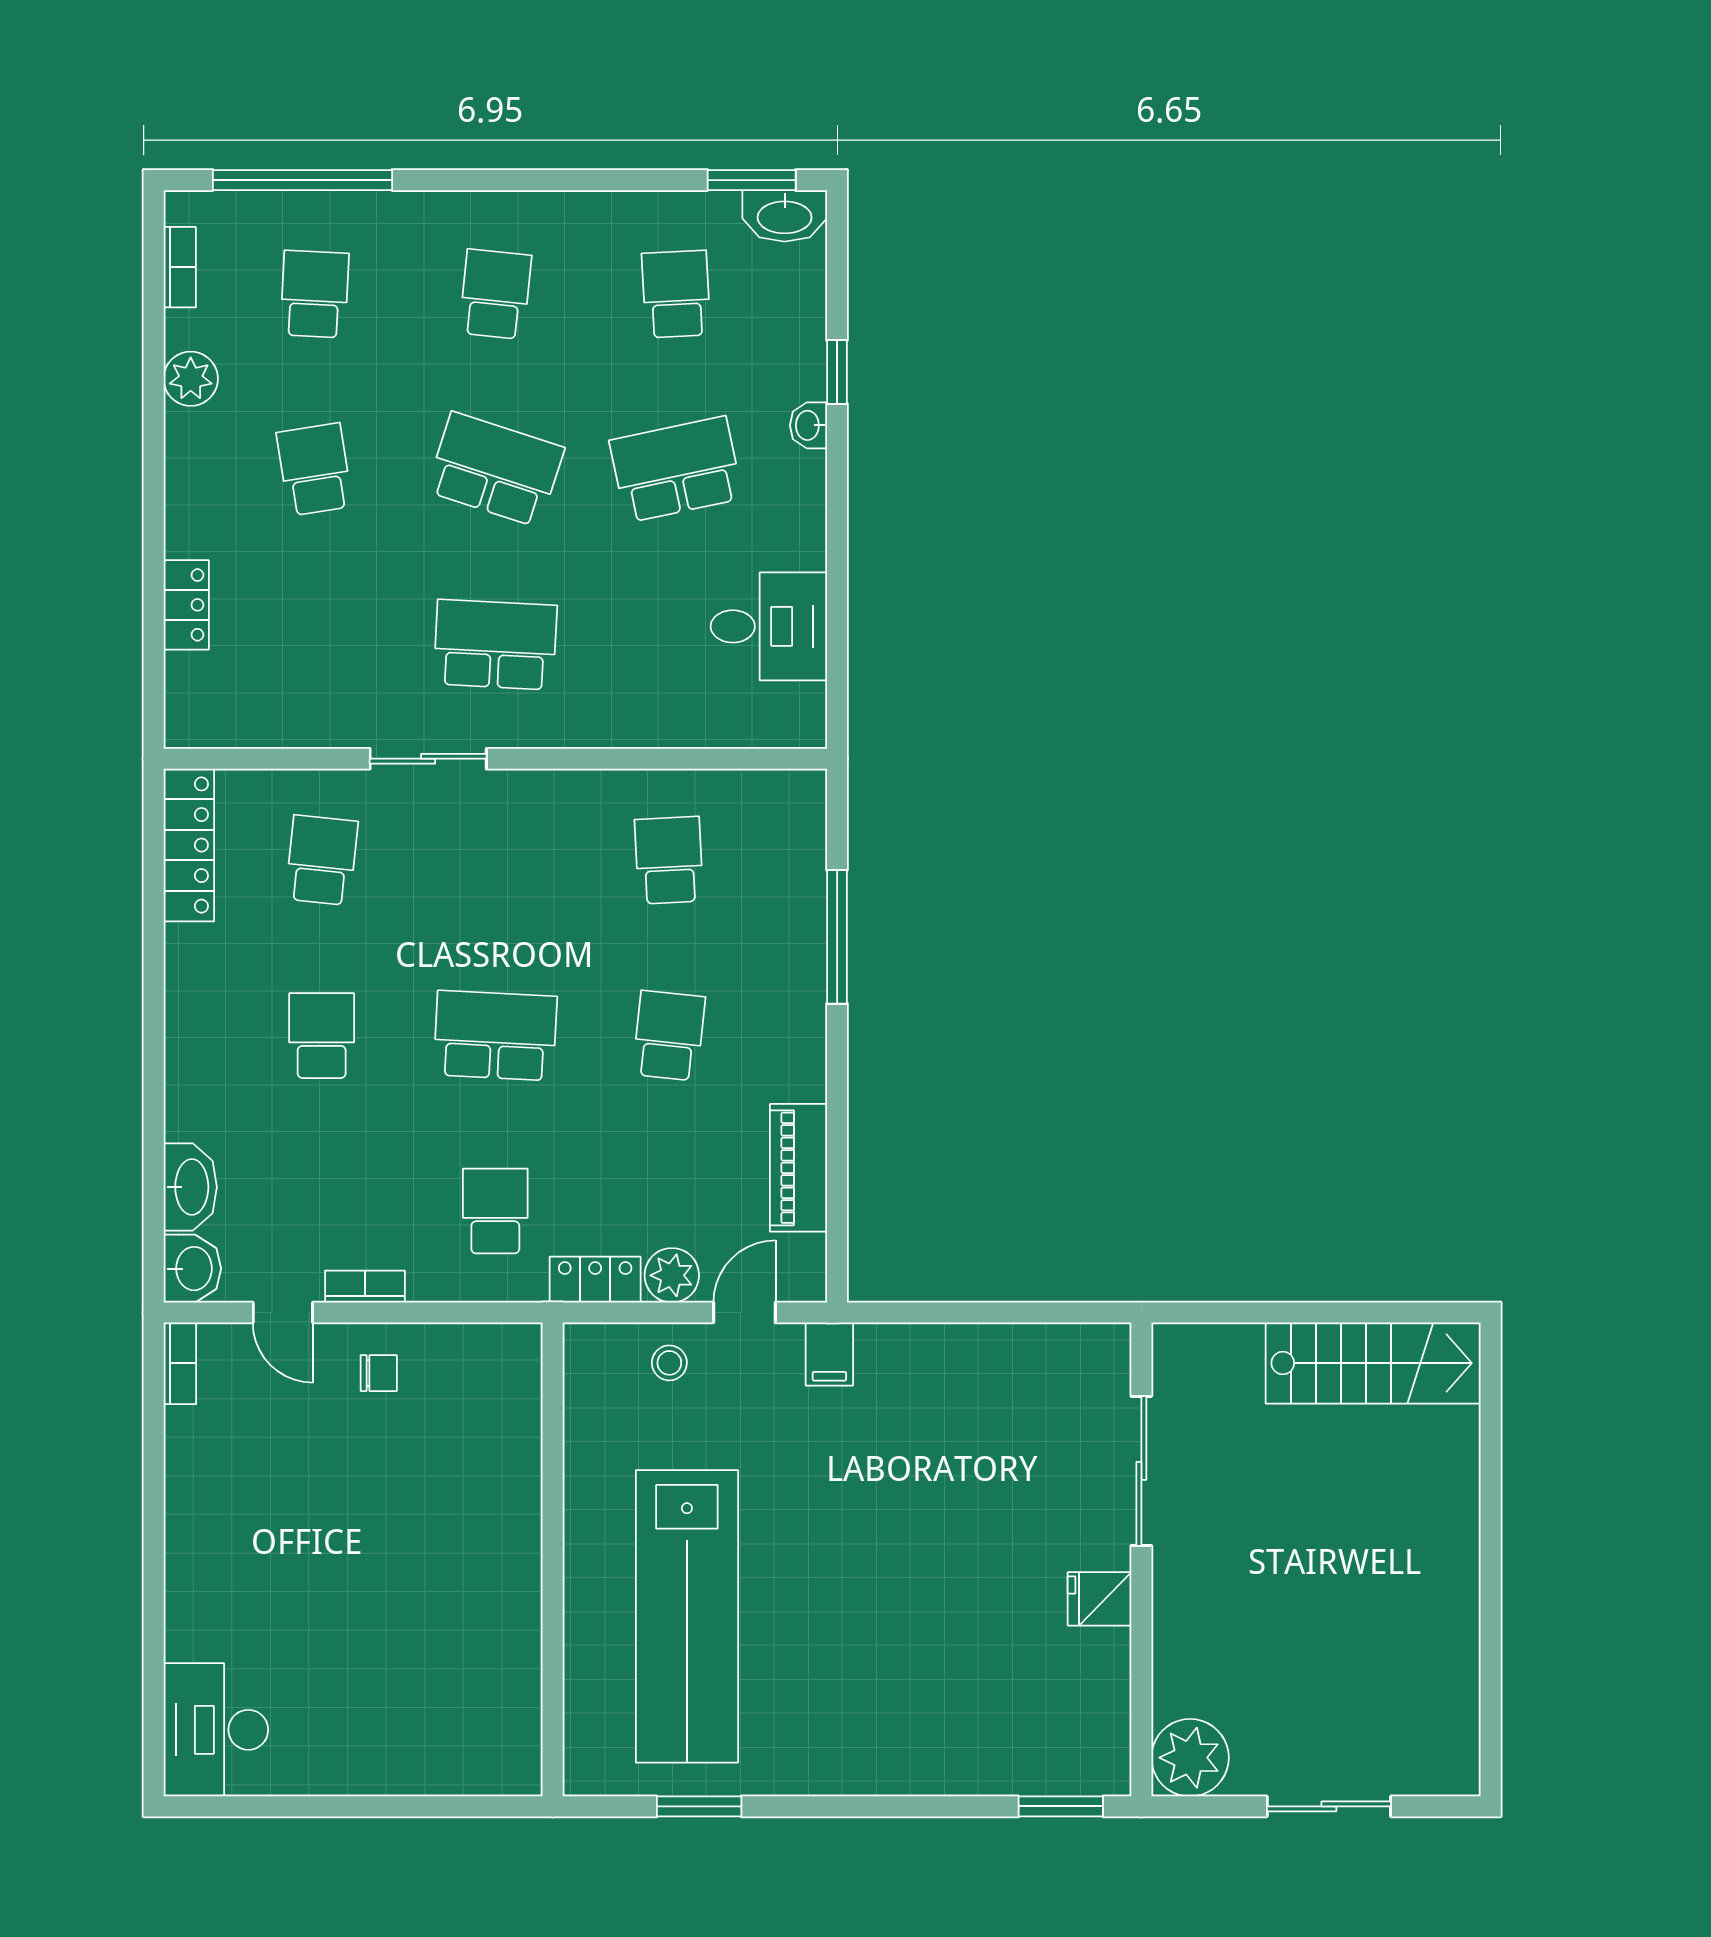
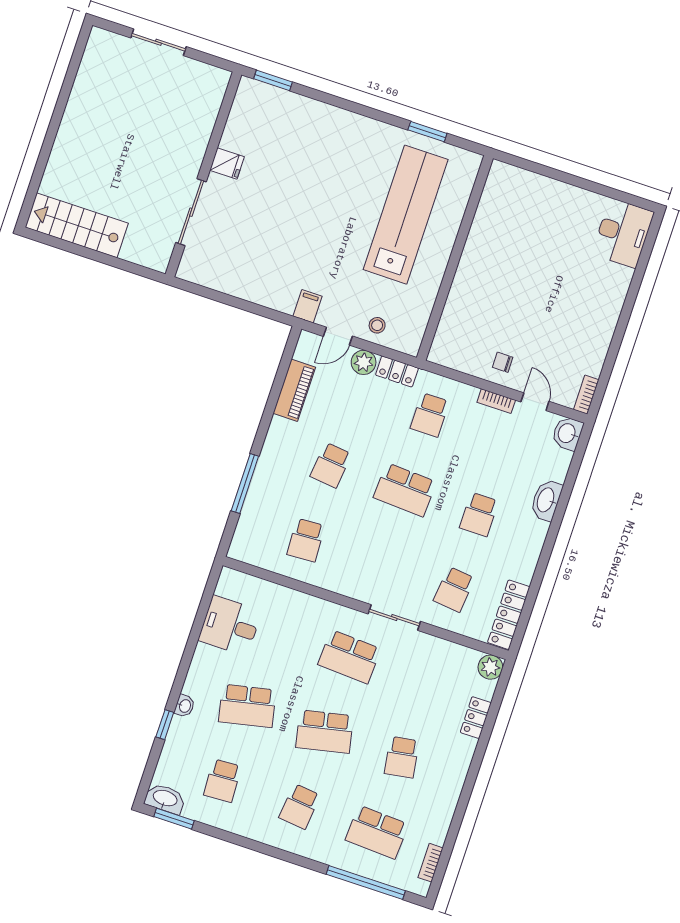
school desk: (314, 294) -> (377, 832), width x1.85
plant: (191, 379) -> (490, 667), moved
school desk: (495, 469) -> (325, 732), turned -30
washbasin: (190, 1187) -> (546, 500), moved
plant: (1190, 1758) -> (211, 83), removed

